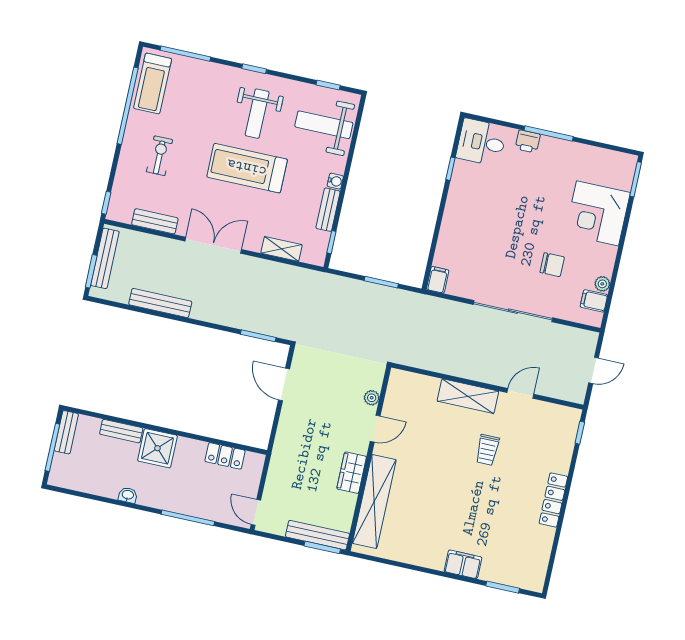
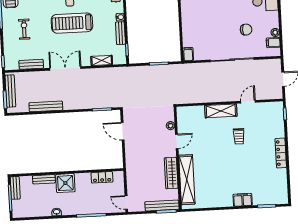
wardrobe: (352, 473) -> (171, 173), width x1.50

